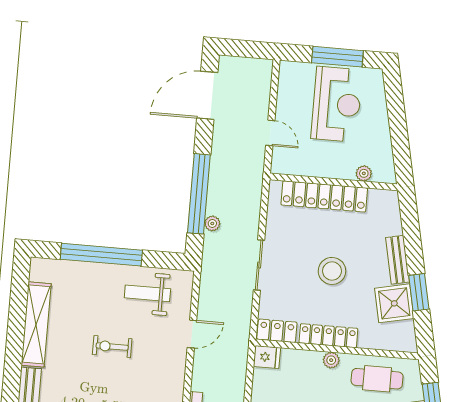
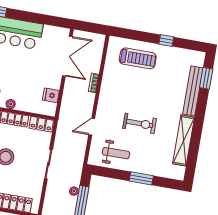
window: (101, 255) -> (141, 178), width x0.47
exercise bike: (112, 347) -> (140, 123), width x1.38, depth x1.39
fridge: (267, 357) -> (51, 95), moved

